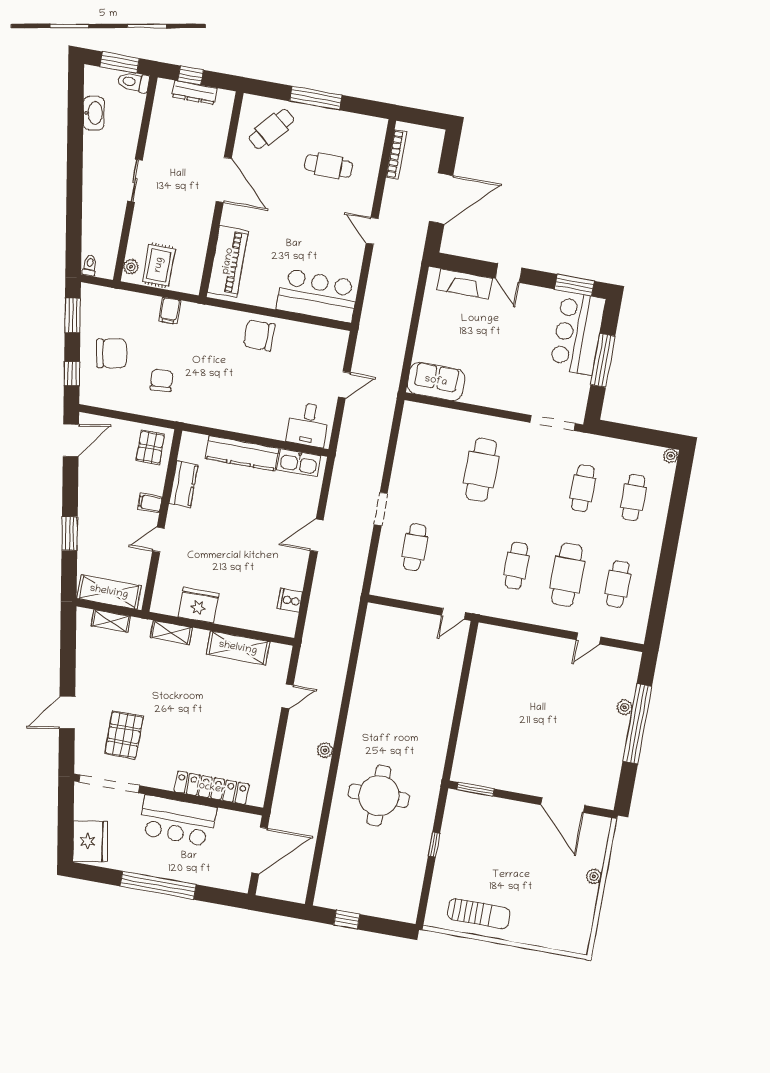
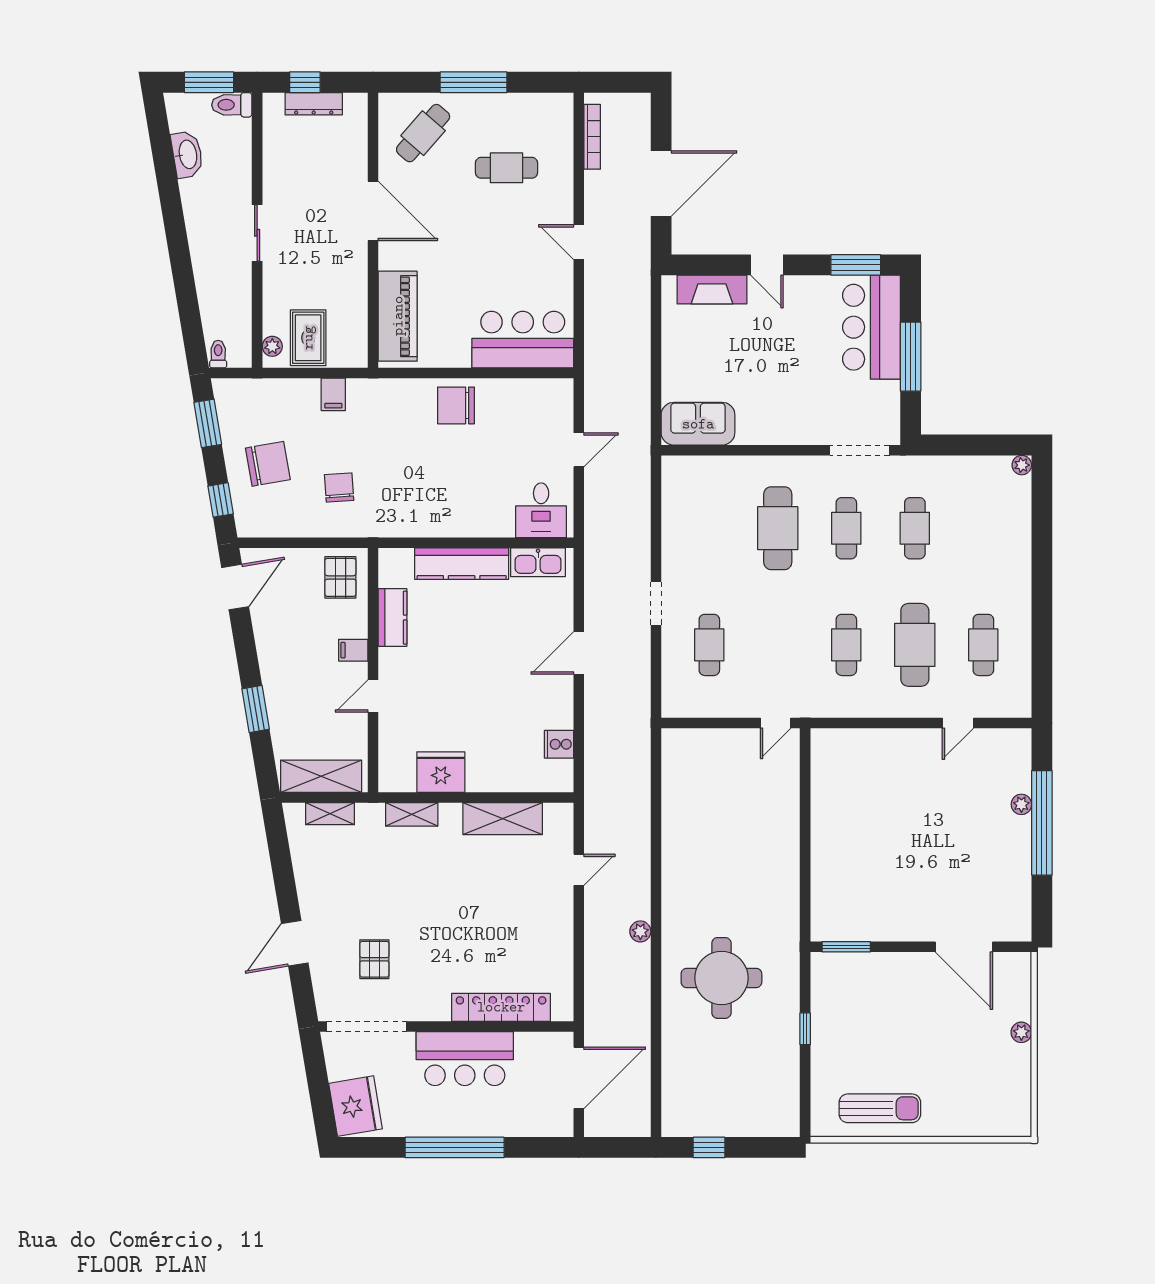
cafe table: (634, 497) -> (846, 528), moved
pallet: (124, 735) -> (374, 959), width x0.67, depth x0.71

